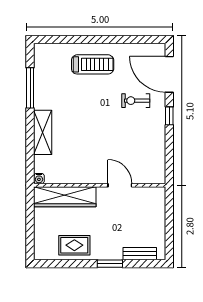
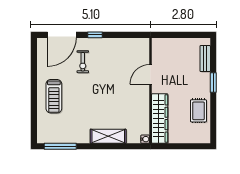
treadmill: (93, 64) -> (54, 96), turned 180
window: (30, 88) -> (60, 146), moved

